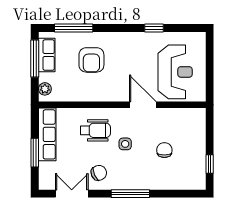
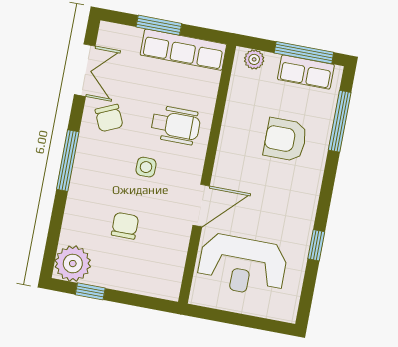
wheelchair: (95, 130) -> (176, 125), turned -90
chair: (164, 150) -> (125, 226), turned -90
plant: (194, 178) -> (73, 264), added

